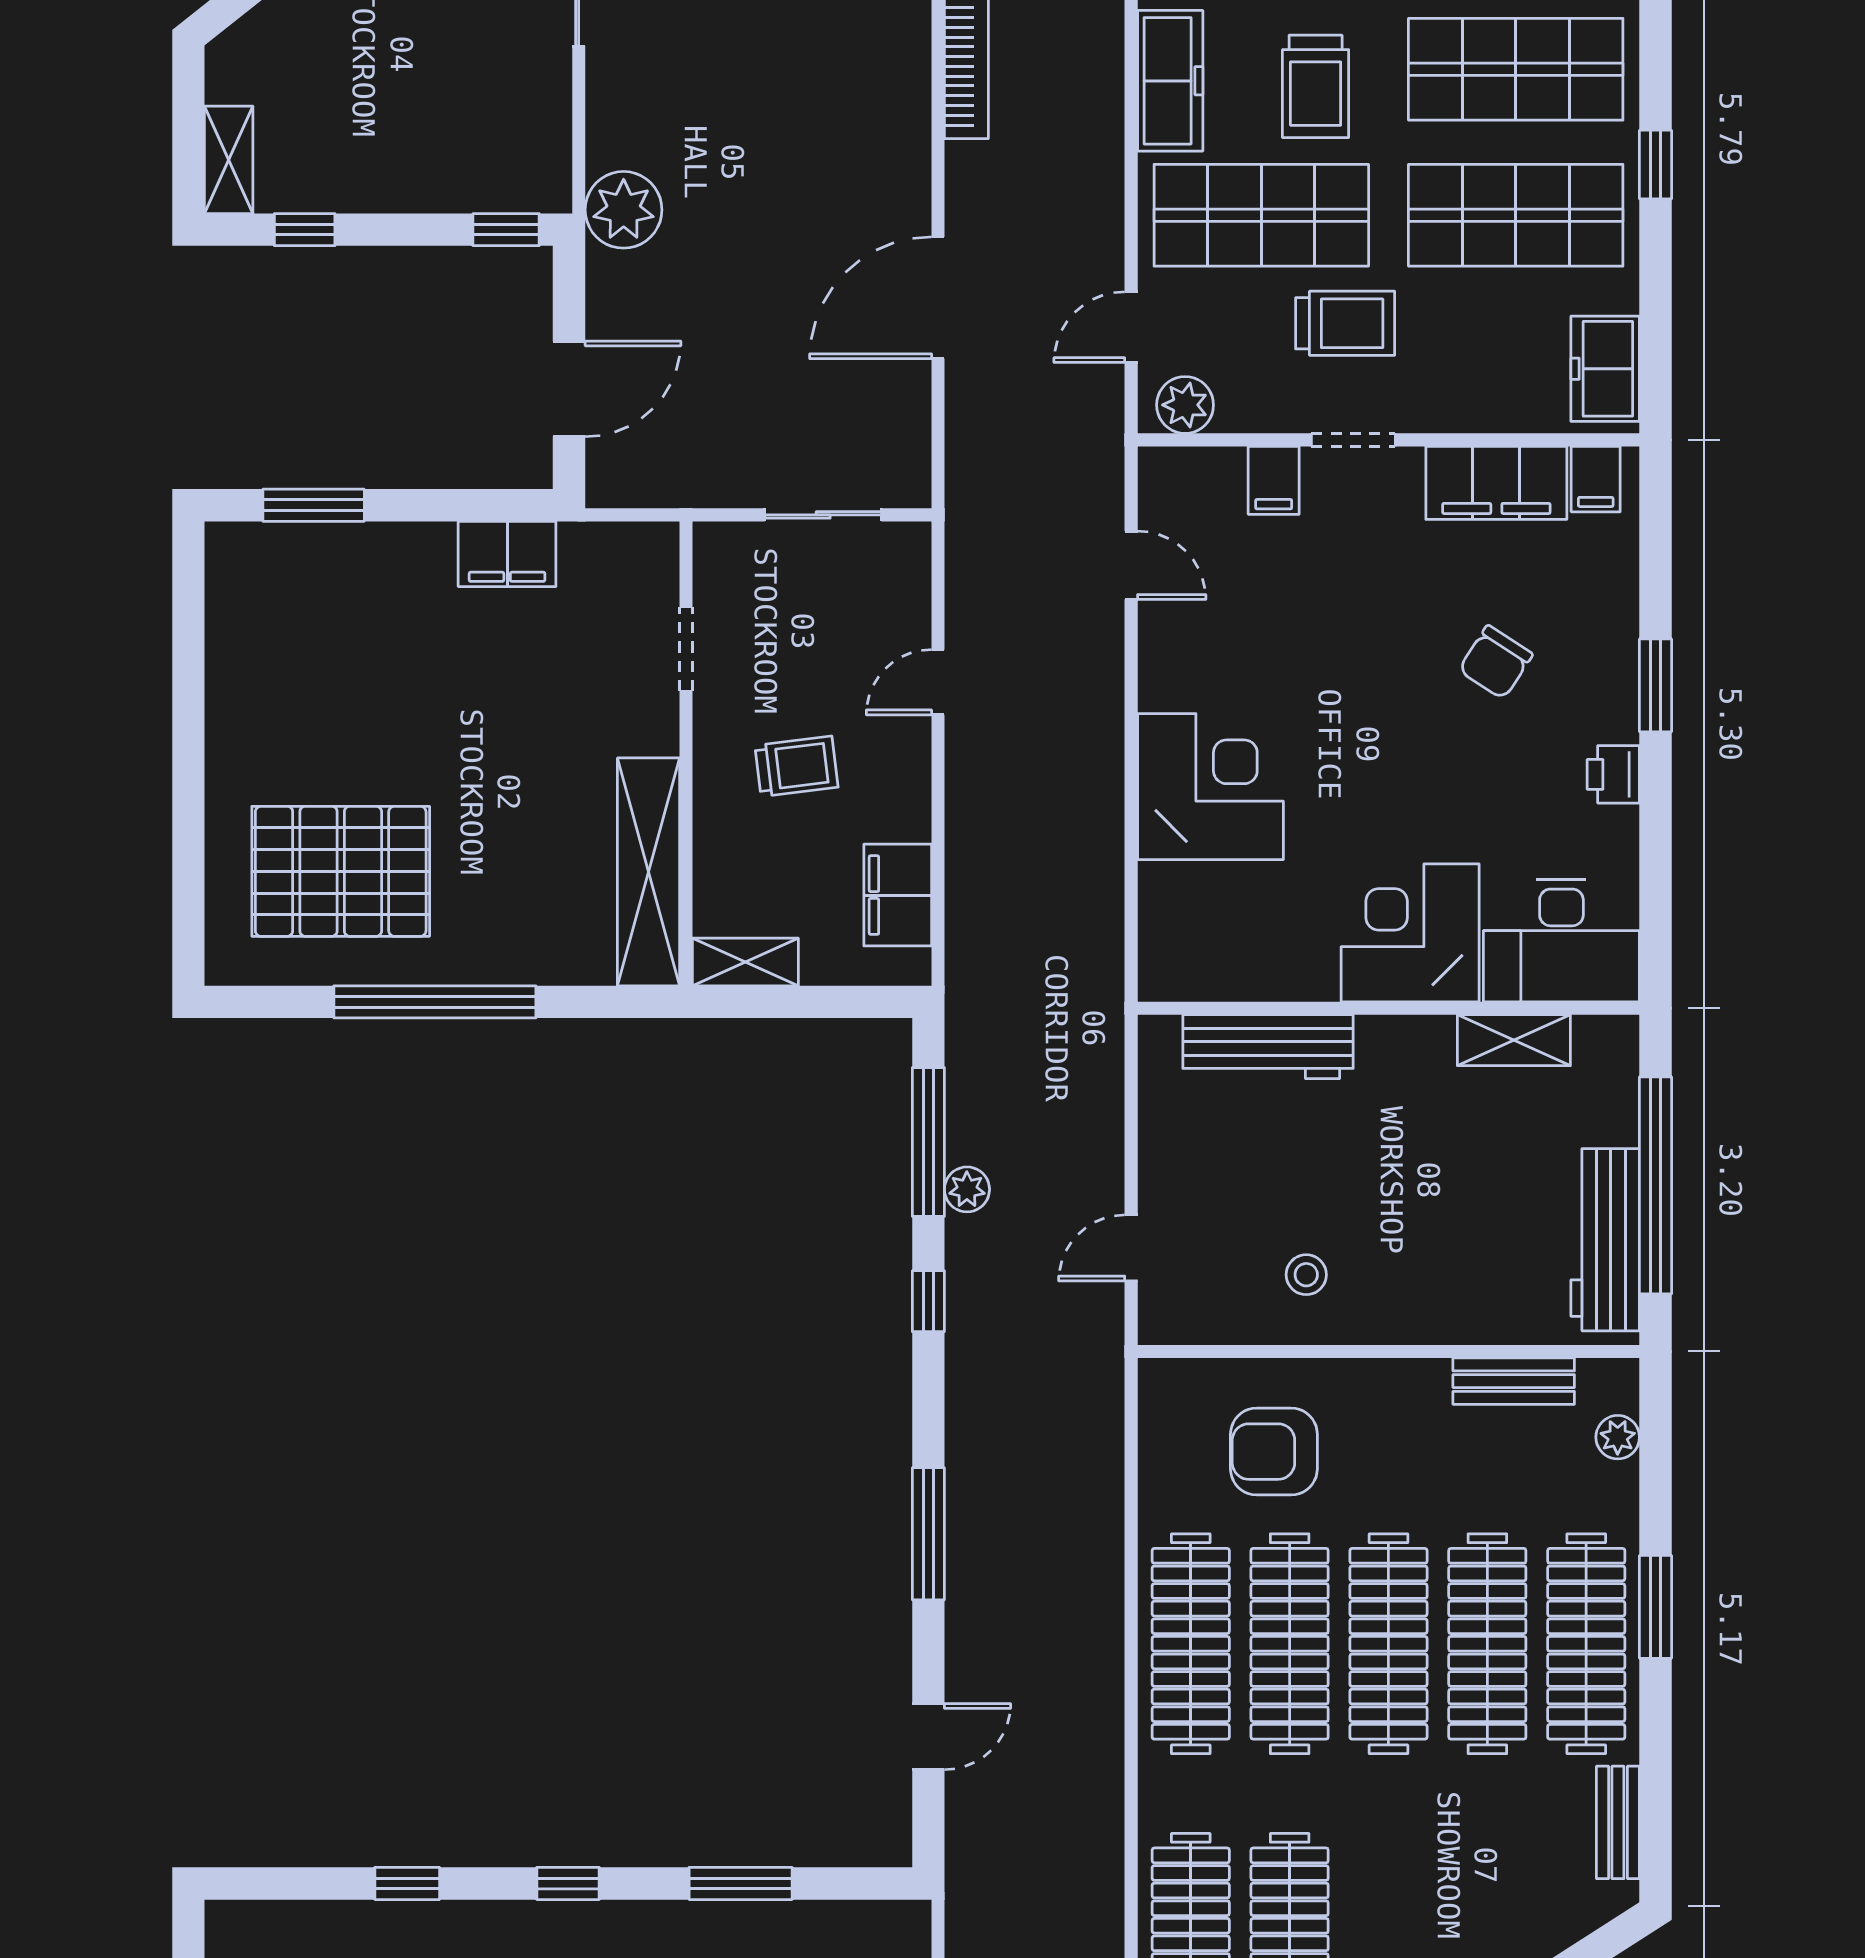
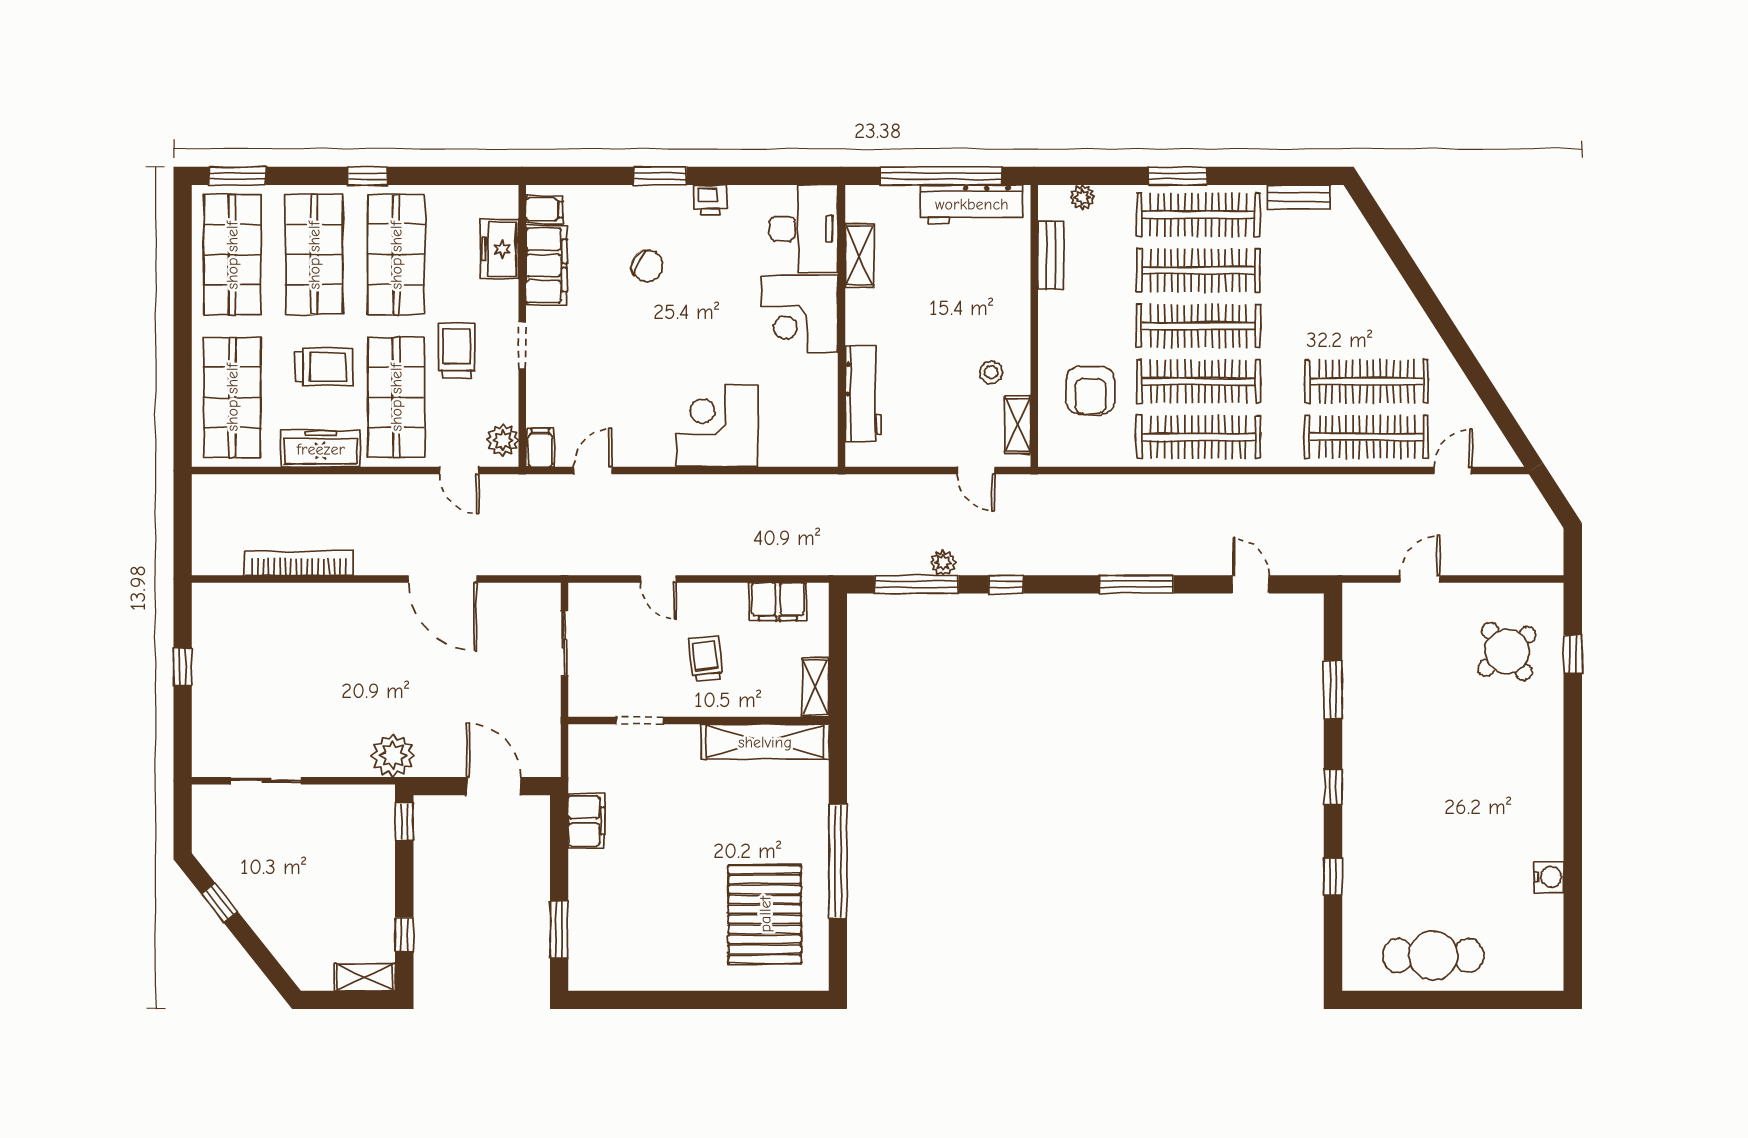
freezer: (1605, 369) -> (499, 249), moved, turned 90
filing cabinet: (1274, 480) -> (540, 448), moved, turned -90
shelving: (1212, 1322) -> (1018, 425), added

